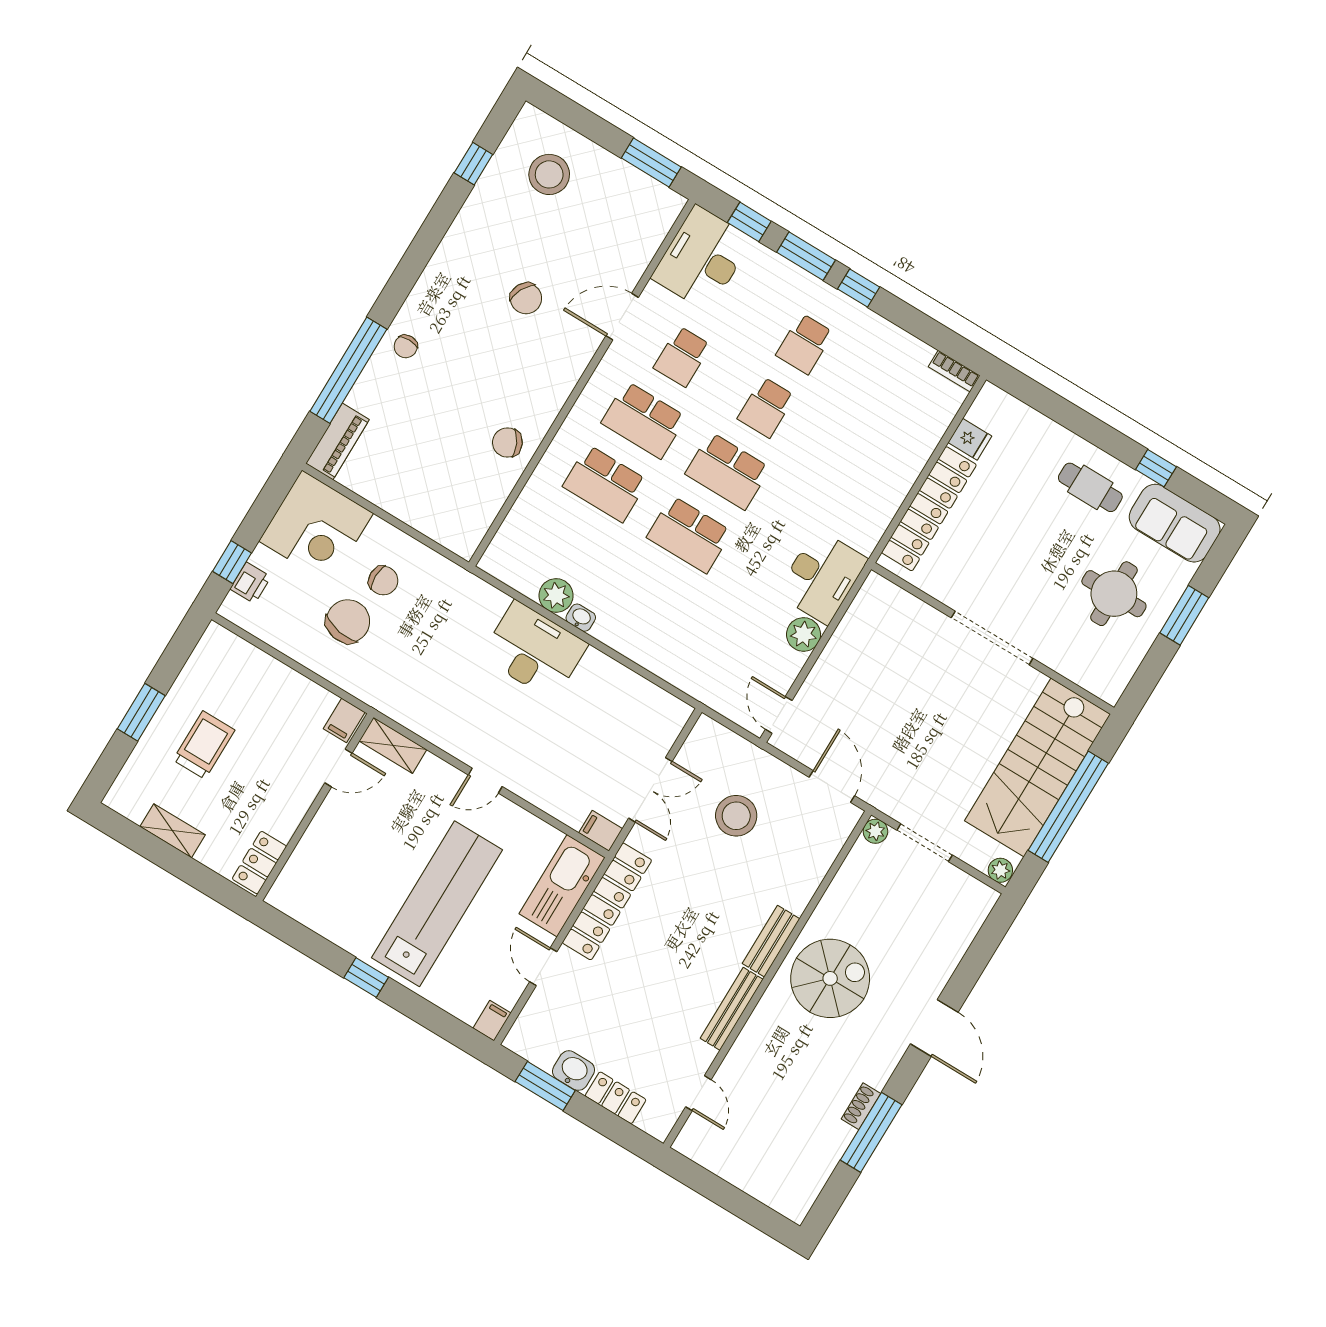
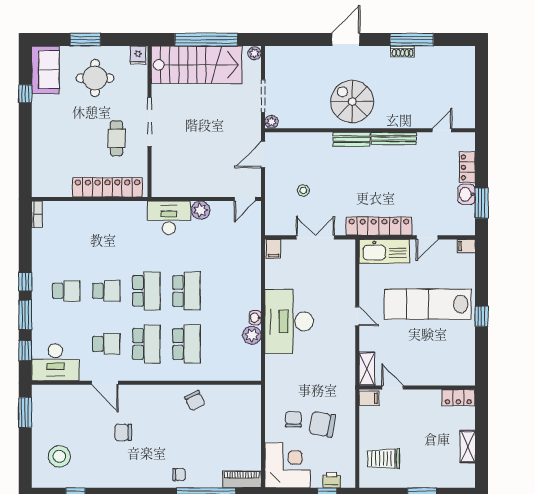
chair: (526, 298) -> (123, 432), turned -117
fridge: (970, 439) -> (138, 55), moved, turned 180
cafe table: (1090, 487) -> (116, 138), moved
desk: (534, 651) -> (289, 321), width x1.36, depth x1.30
trolley: (204, 745) -> (384, 459), moved
stool: (736, 816) -> (303, 190), width x0.53, depth x0.53
filing cabinet: (601, 831) -> (274, 249), moved

